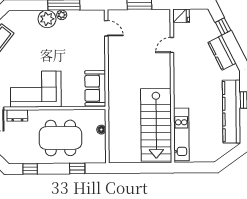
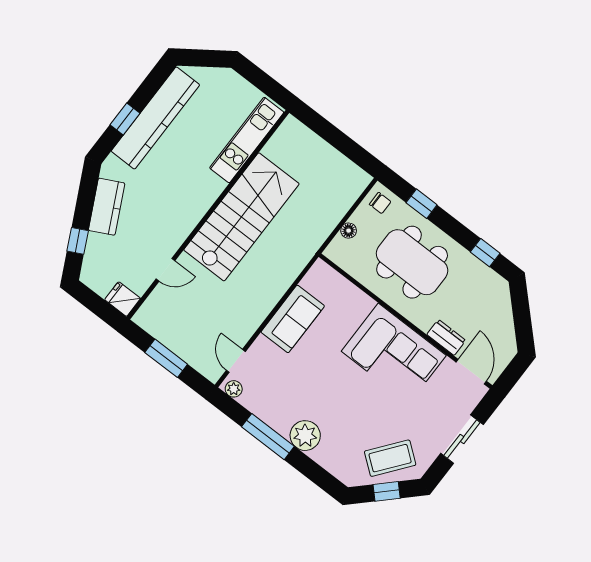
plant: (62, 15) -> (234, 389), moved
sofa: (95, 88) -> (293, 319), moved
stairs: (156, 125) -> (241, 217), moved
chair: (97, 154) -> (380, 203), added

